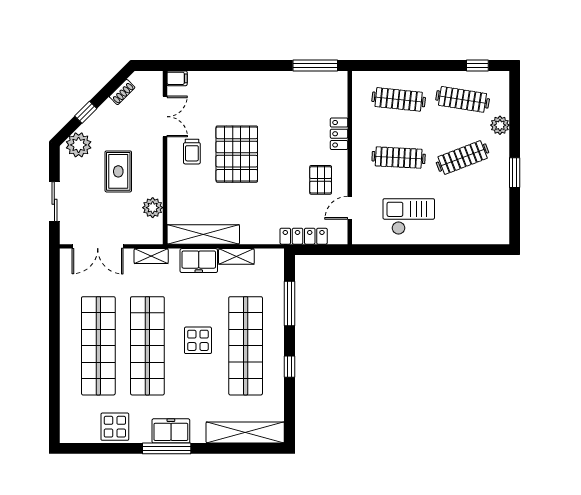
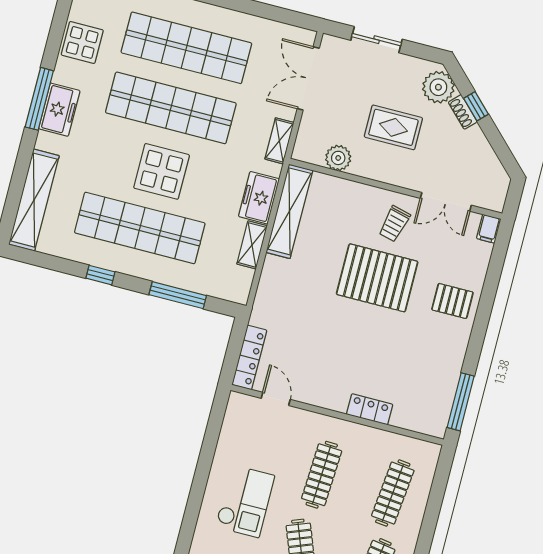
shoe rack: (122, 92) -> (463, 112), moved
trolley: (192, 152) -> (394, 224), turned -76
pallet: (321, 180) -> (452, 301), moved
checkout: (409, 217) -> (245, 501), moved
locker: (304, 236) -> (249, 357), moved
display table: (198, 340) -> (162, 171), width x1.36, depth x1.36

